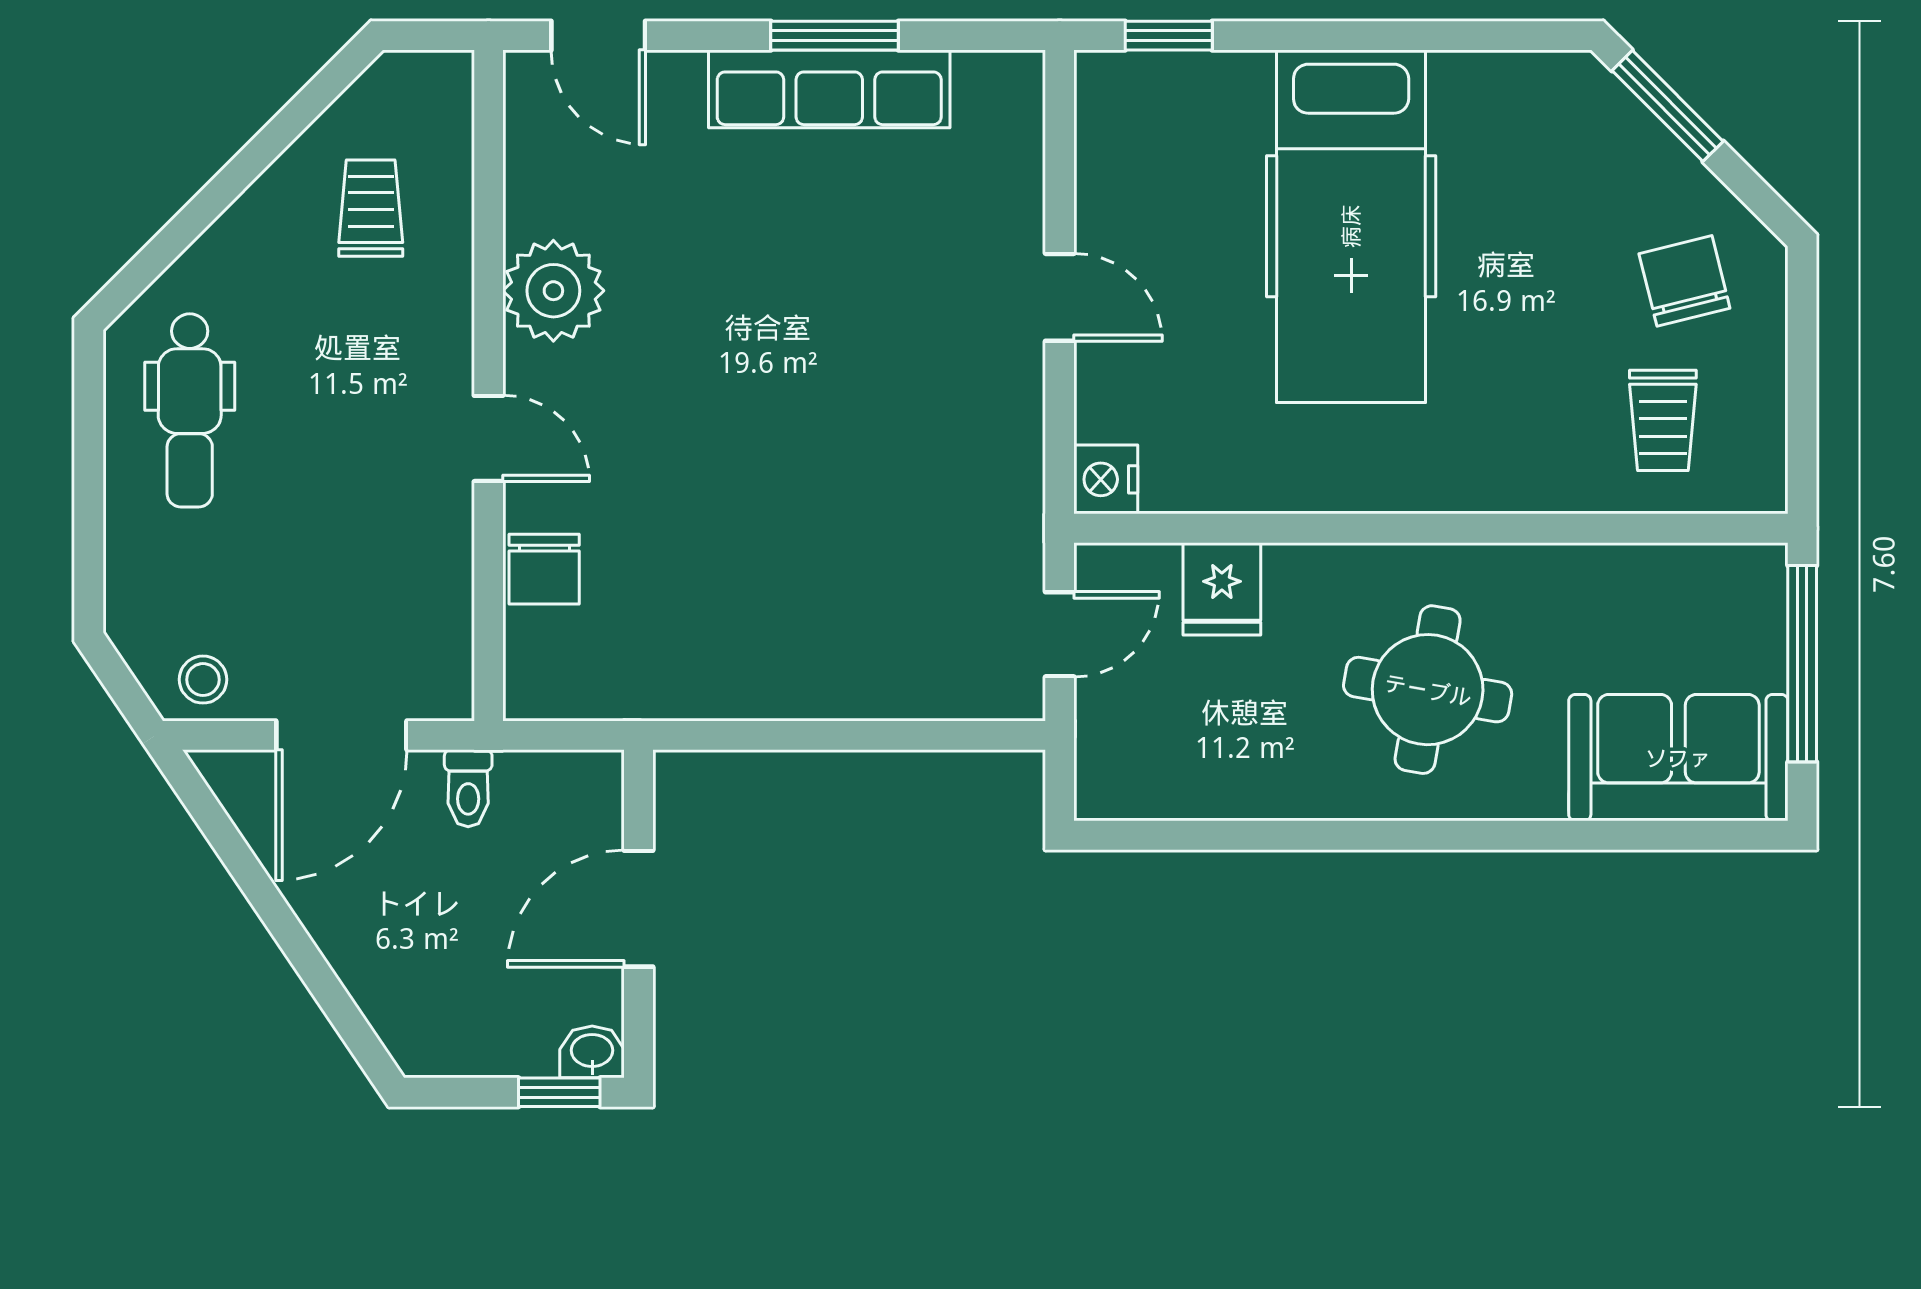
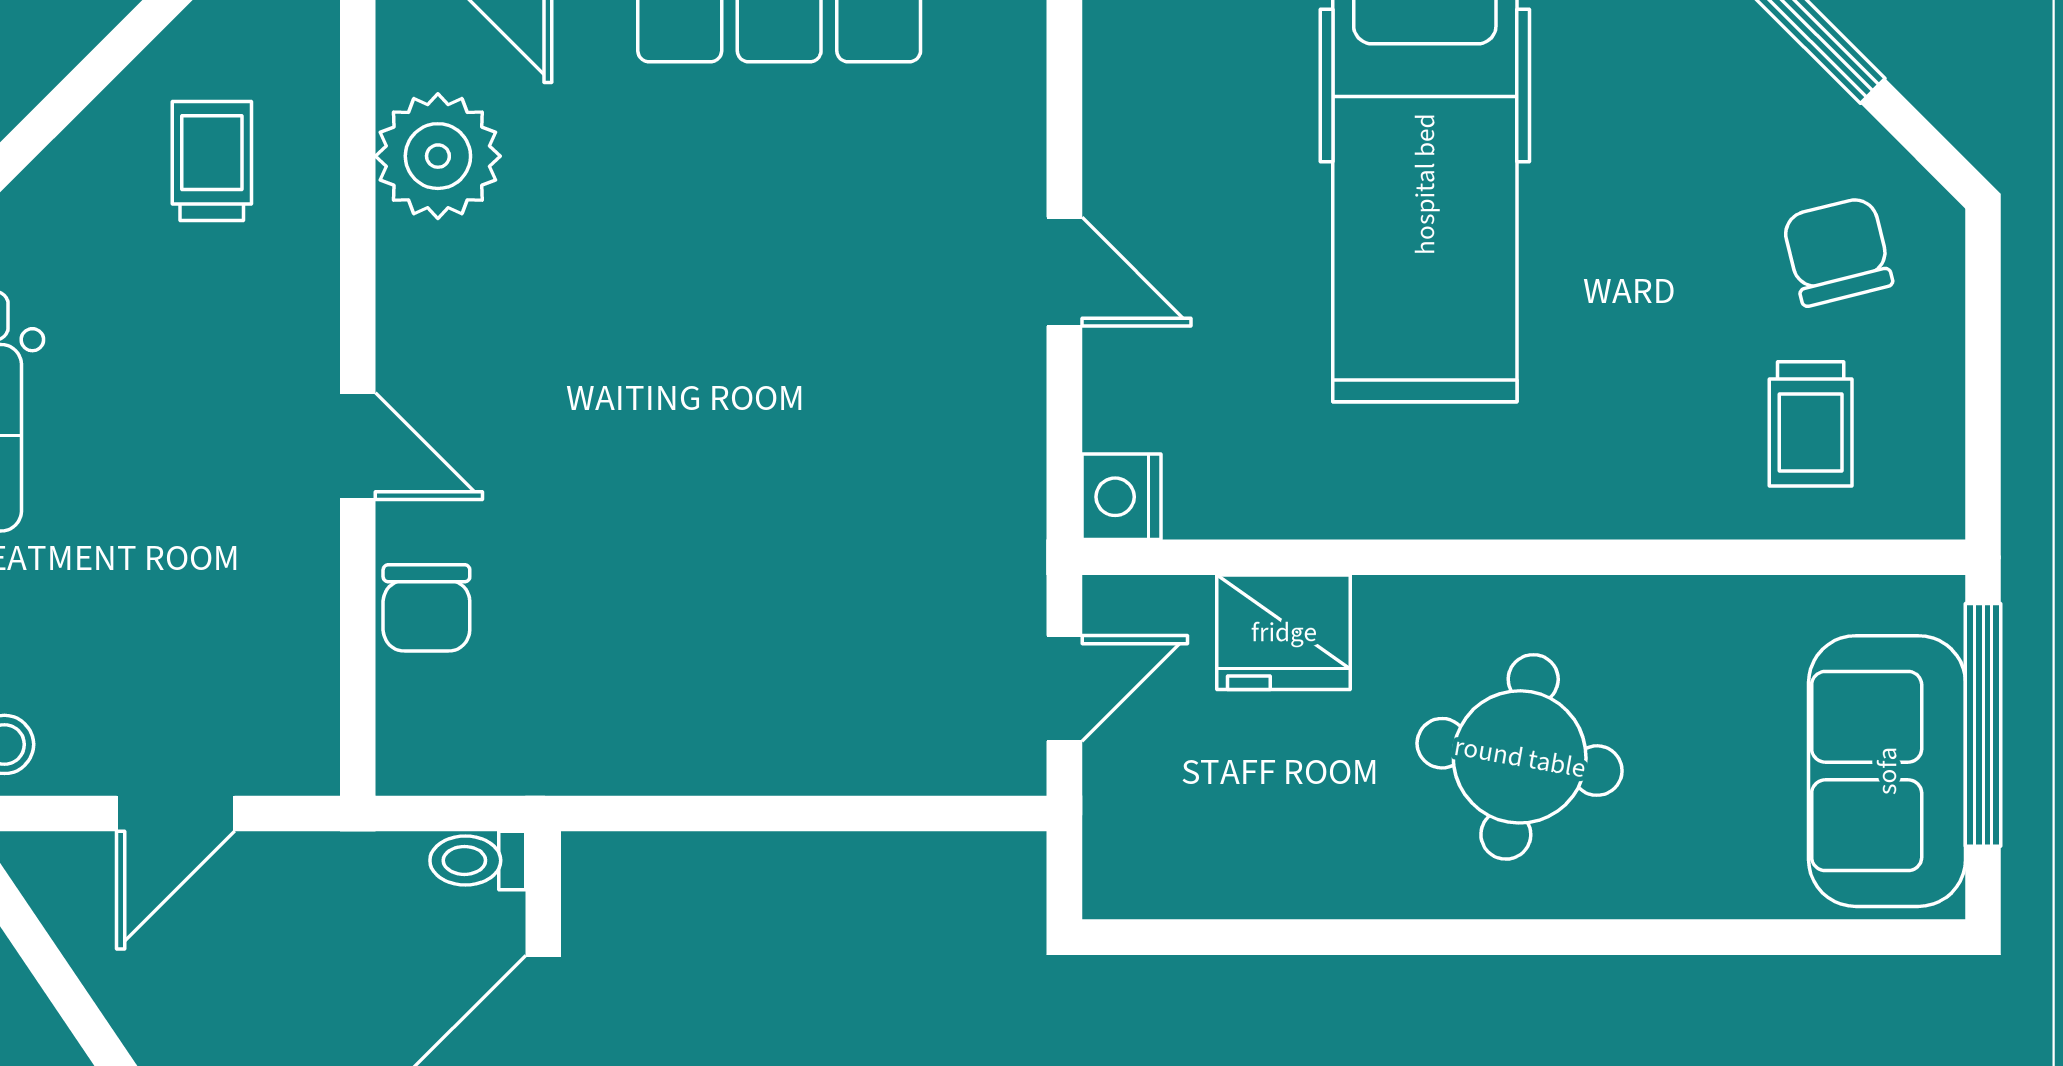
plant: (553, 291) -> (438, 156), moved
fridge: (1222, 589) -> (1284, 632), width x1.38
door: (341, 735) -> (176, 813), width x0.73
sofa: (1678, 758) -> (1887, 771), moved, turned -90
toilet: (468, 788) -> (478, 860), moved, turned 90

